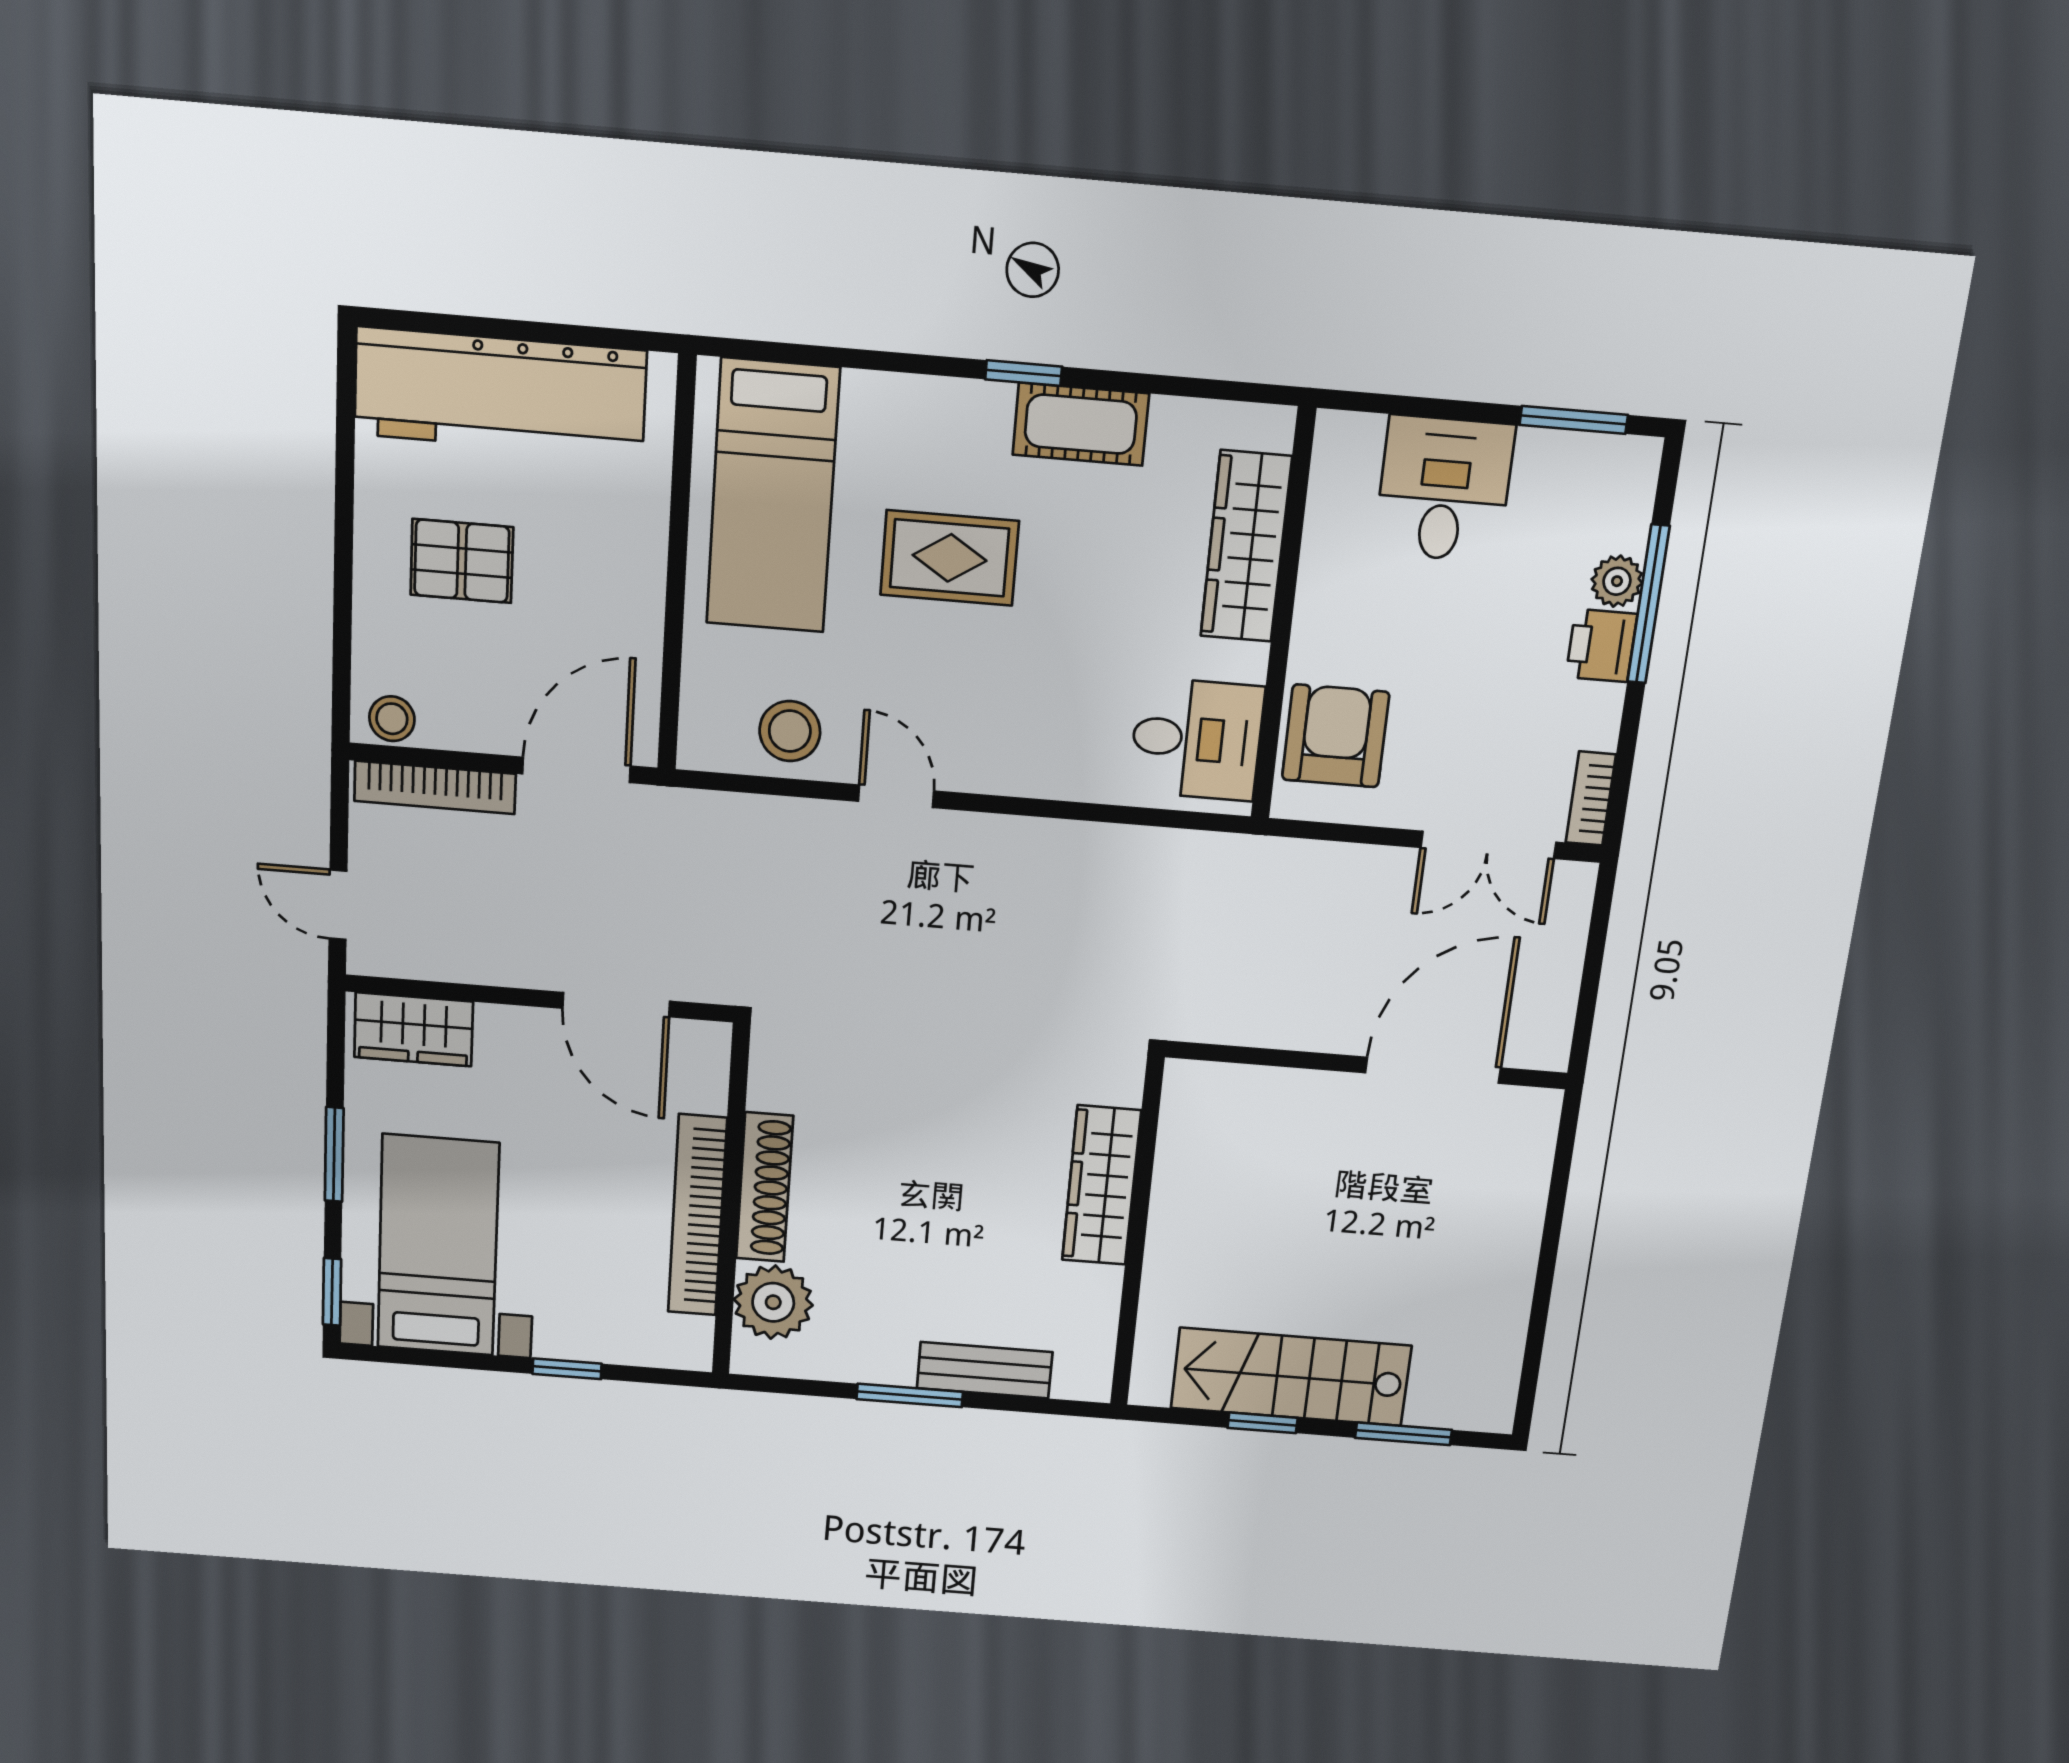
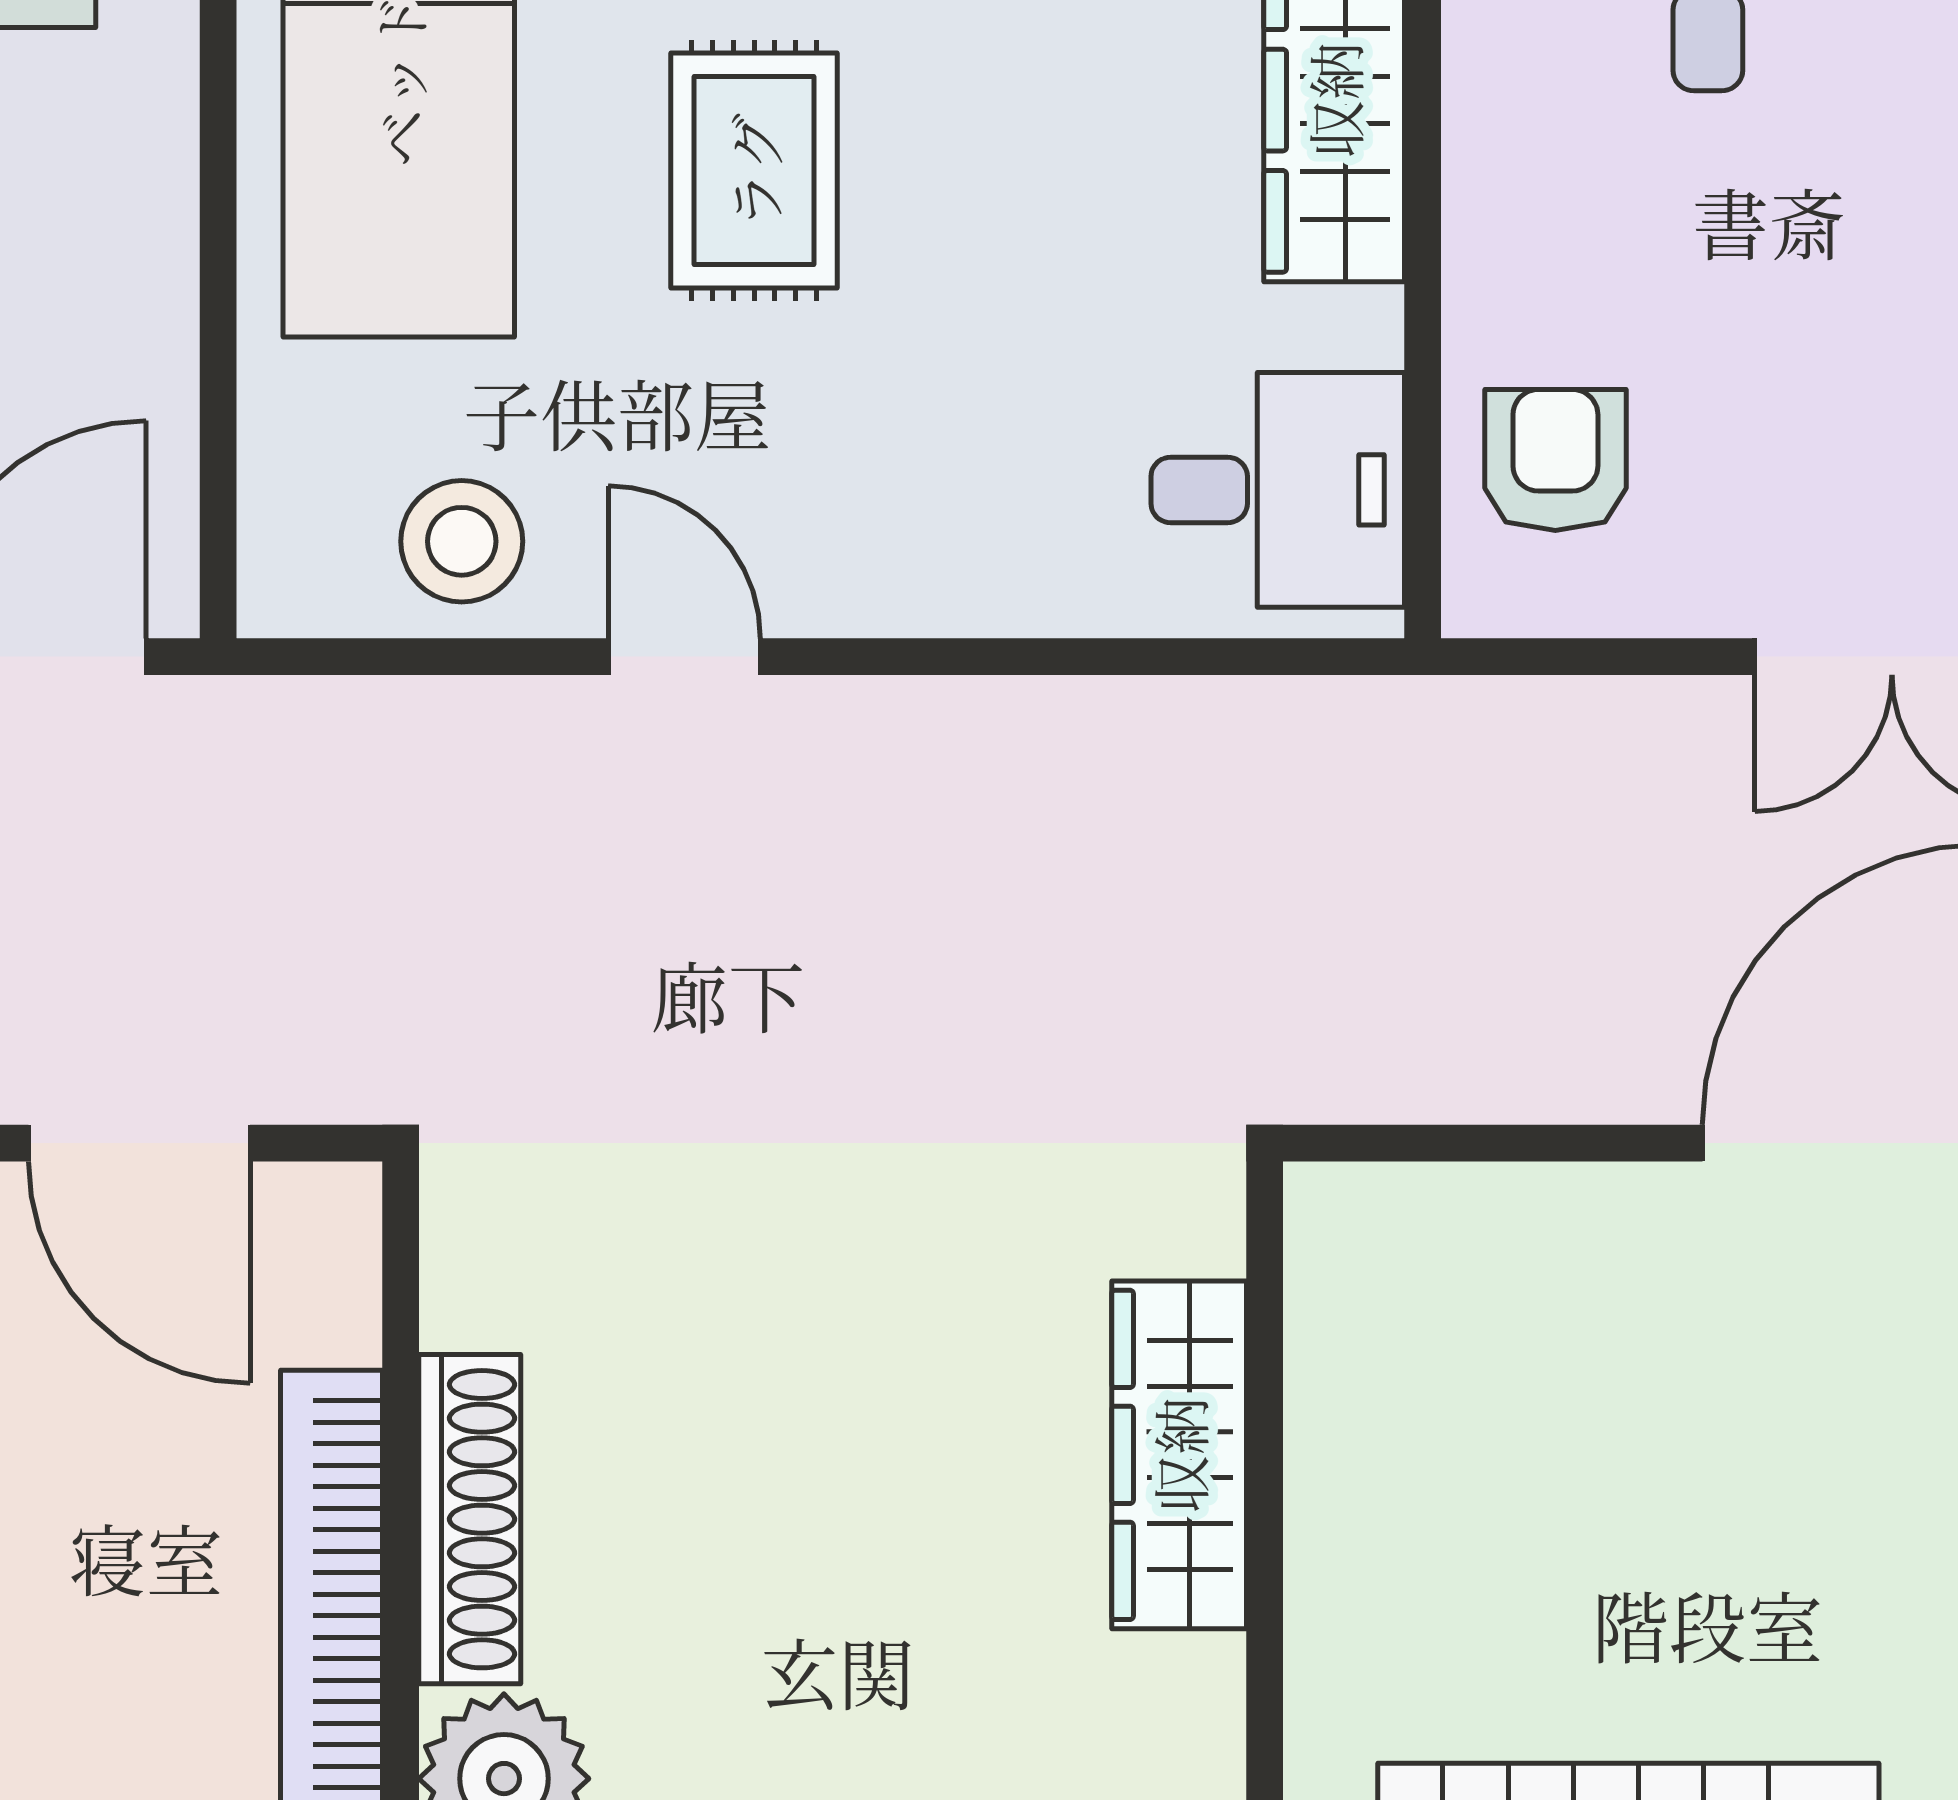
rug: (950, 558) -> (754, 171), turned 90
armchair: (1336, 736) -> (1555, 460), width x0.72, depth x0.72

